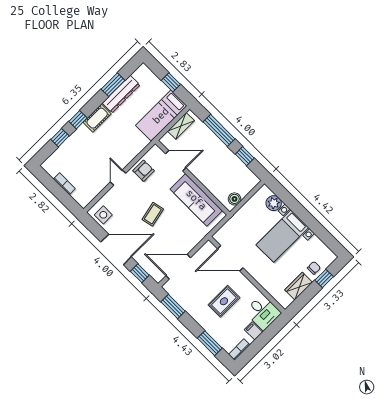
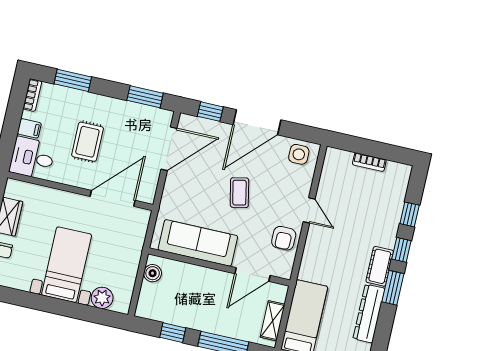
window: (113, 85) -> (393, 288), moved

